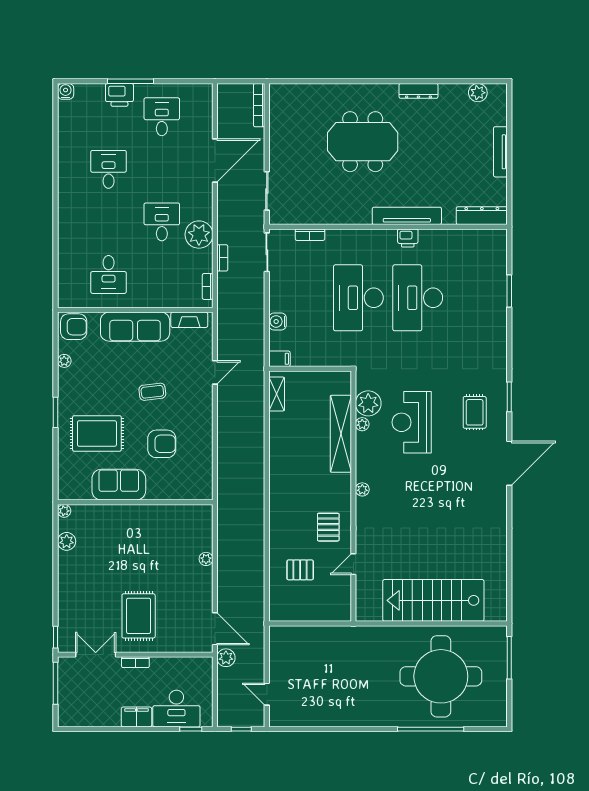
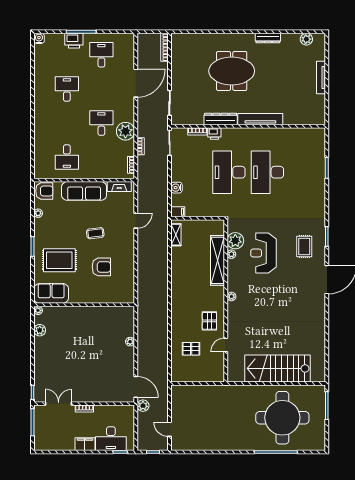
dresser: (482, 216) -> (221, 119), moved
printer: (408, 238) -> (214, 133), moved
sofa: (119, 485) -> (51, 293), moved
rug: (139, 616) -> (86, 379), removed

